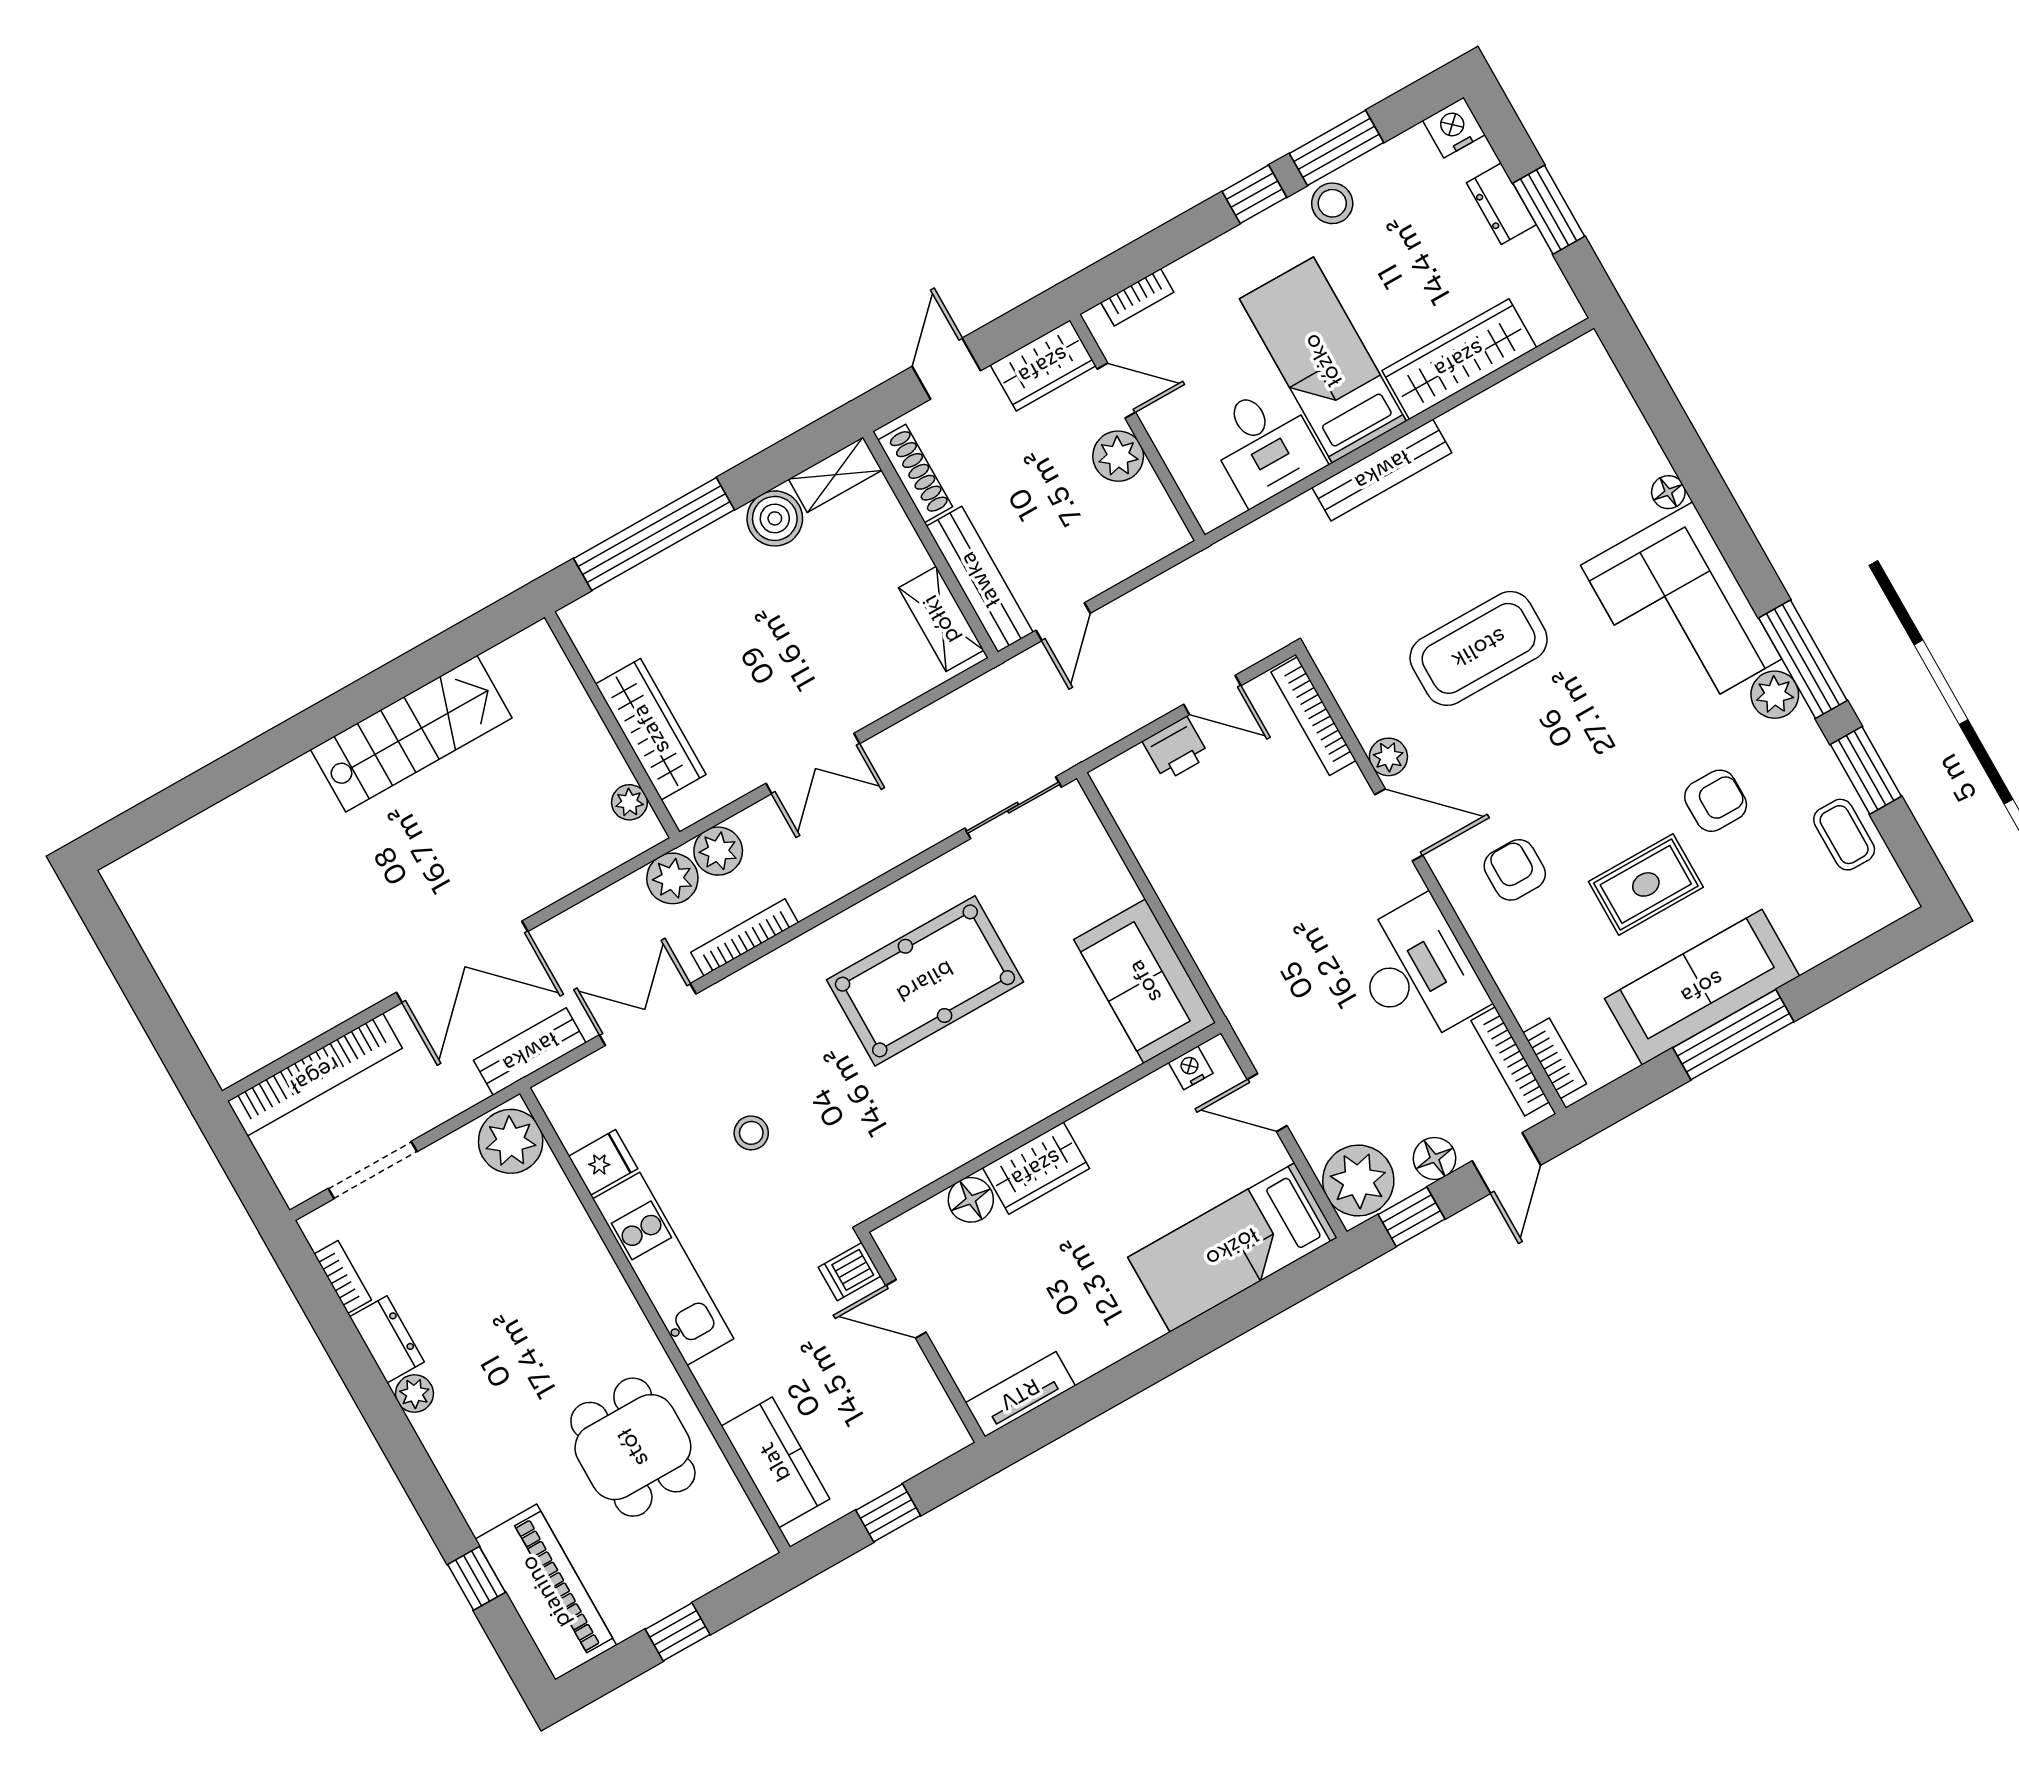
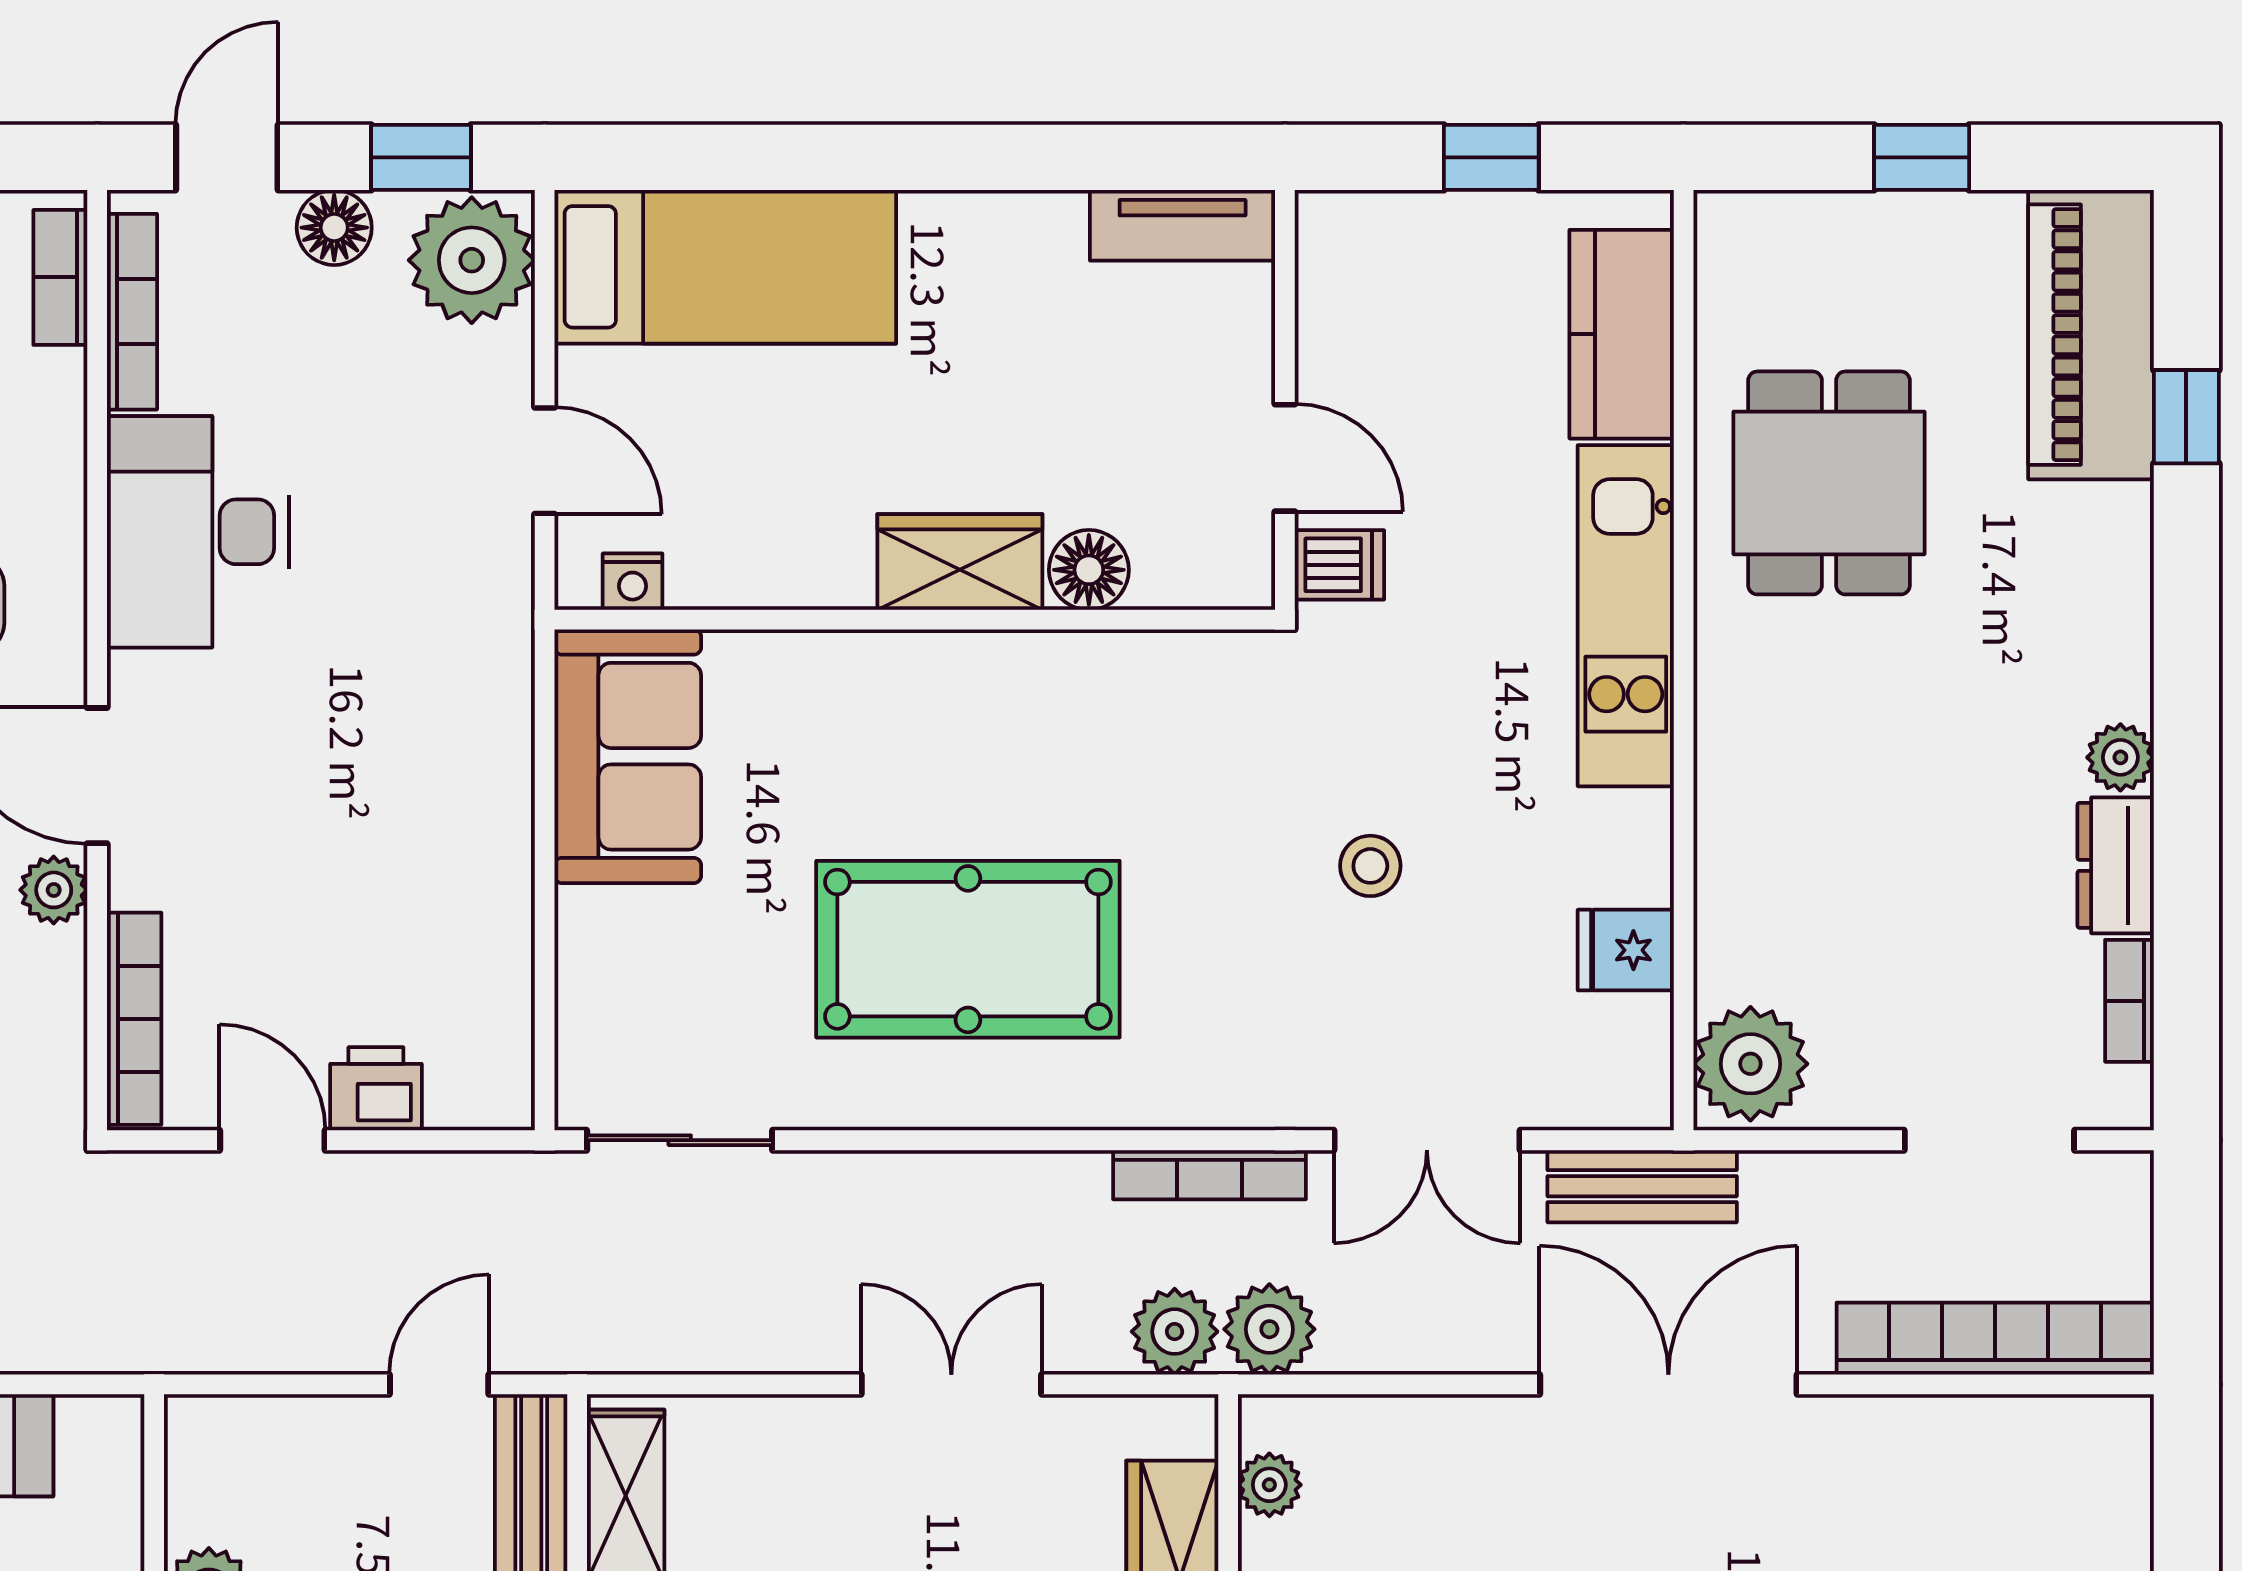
kitchen unit: (663, 1269) -> (1626, 616), moved

